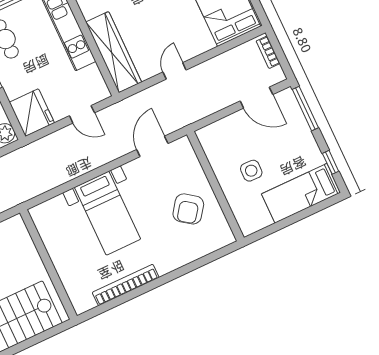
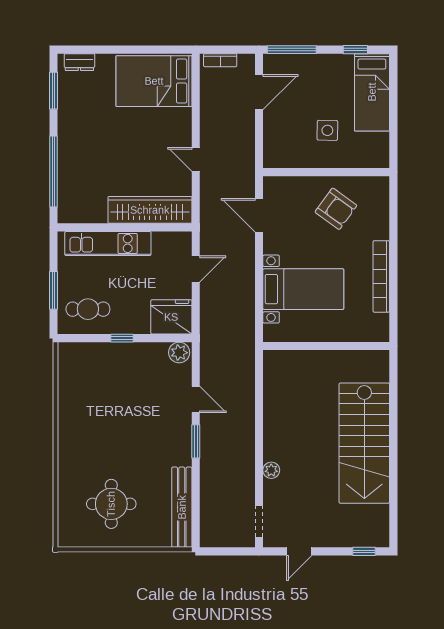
wall: (48, 264) -> (326, 346), moved
bookcase: (126, 285) -> (381, 276), moved

